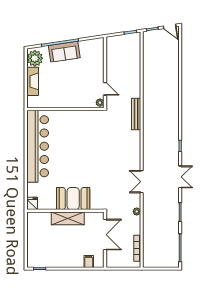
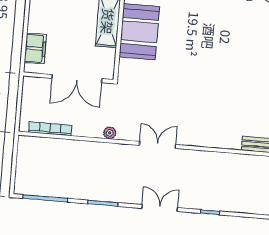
double door: (180, 177) -> (160, 208), swing flipped
filing cabinet: (89, 262) -> (35, 48), width x2.00

